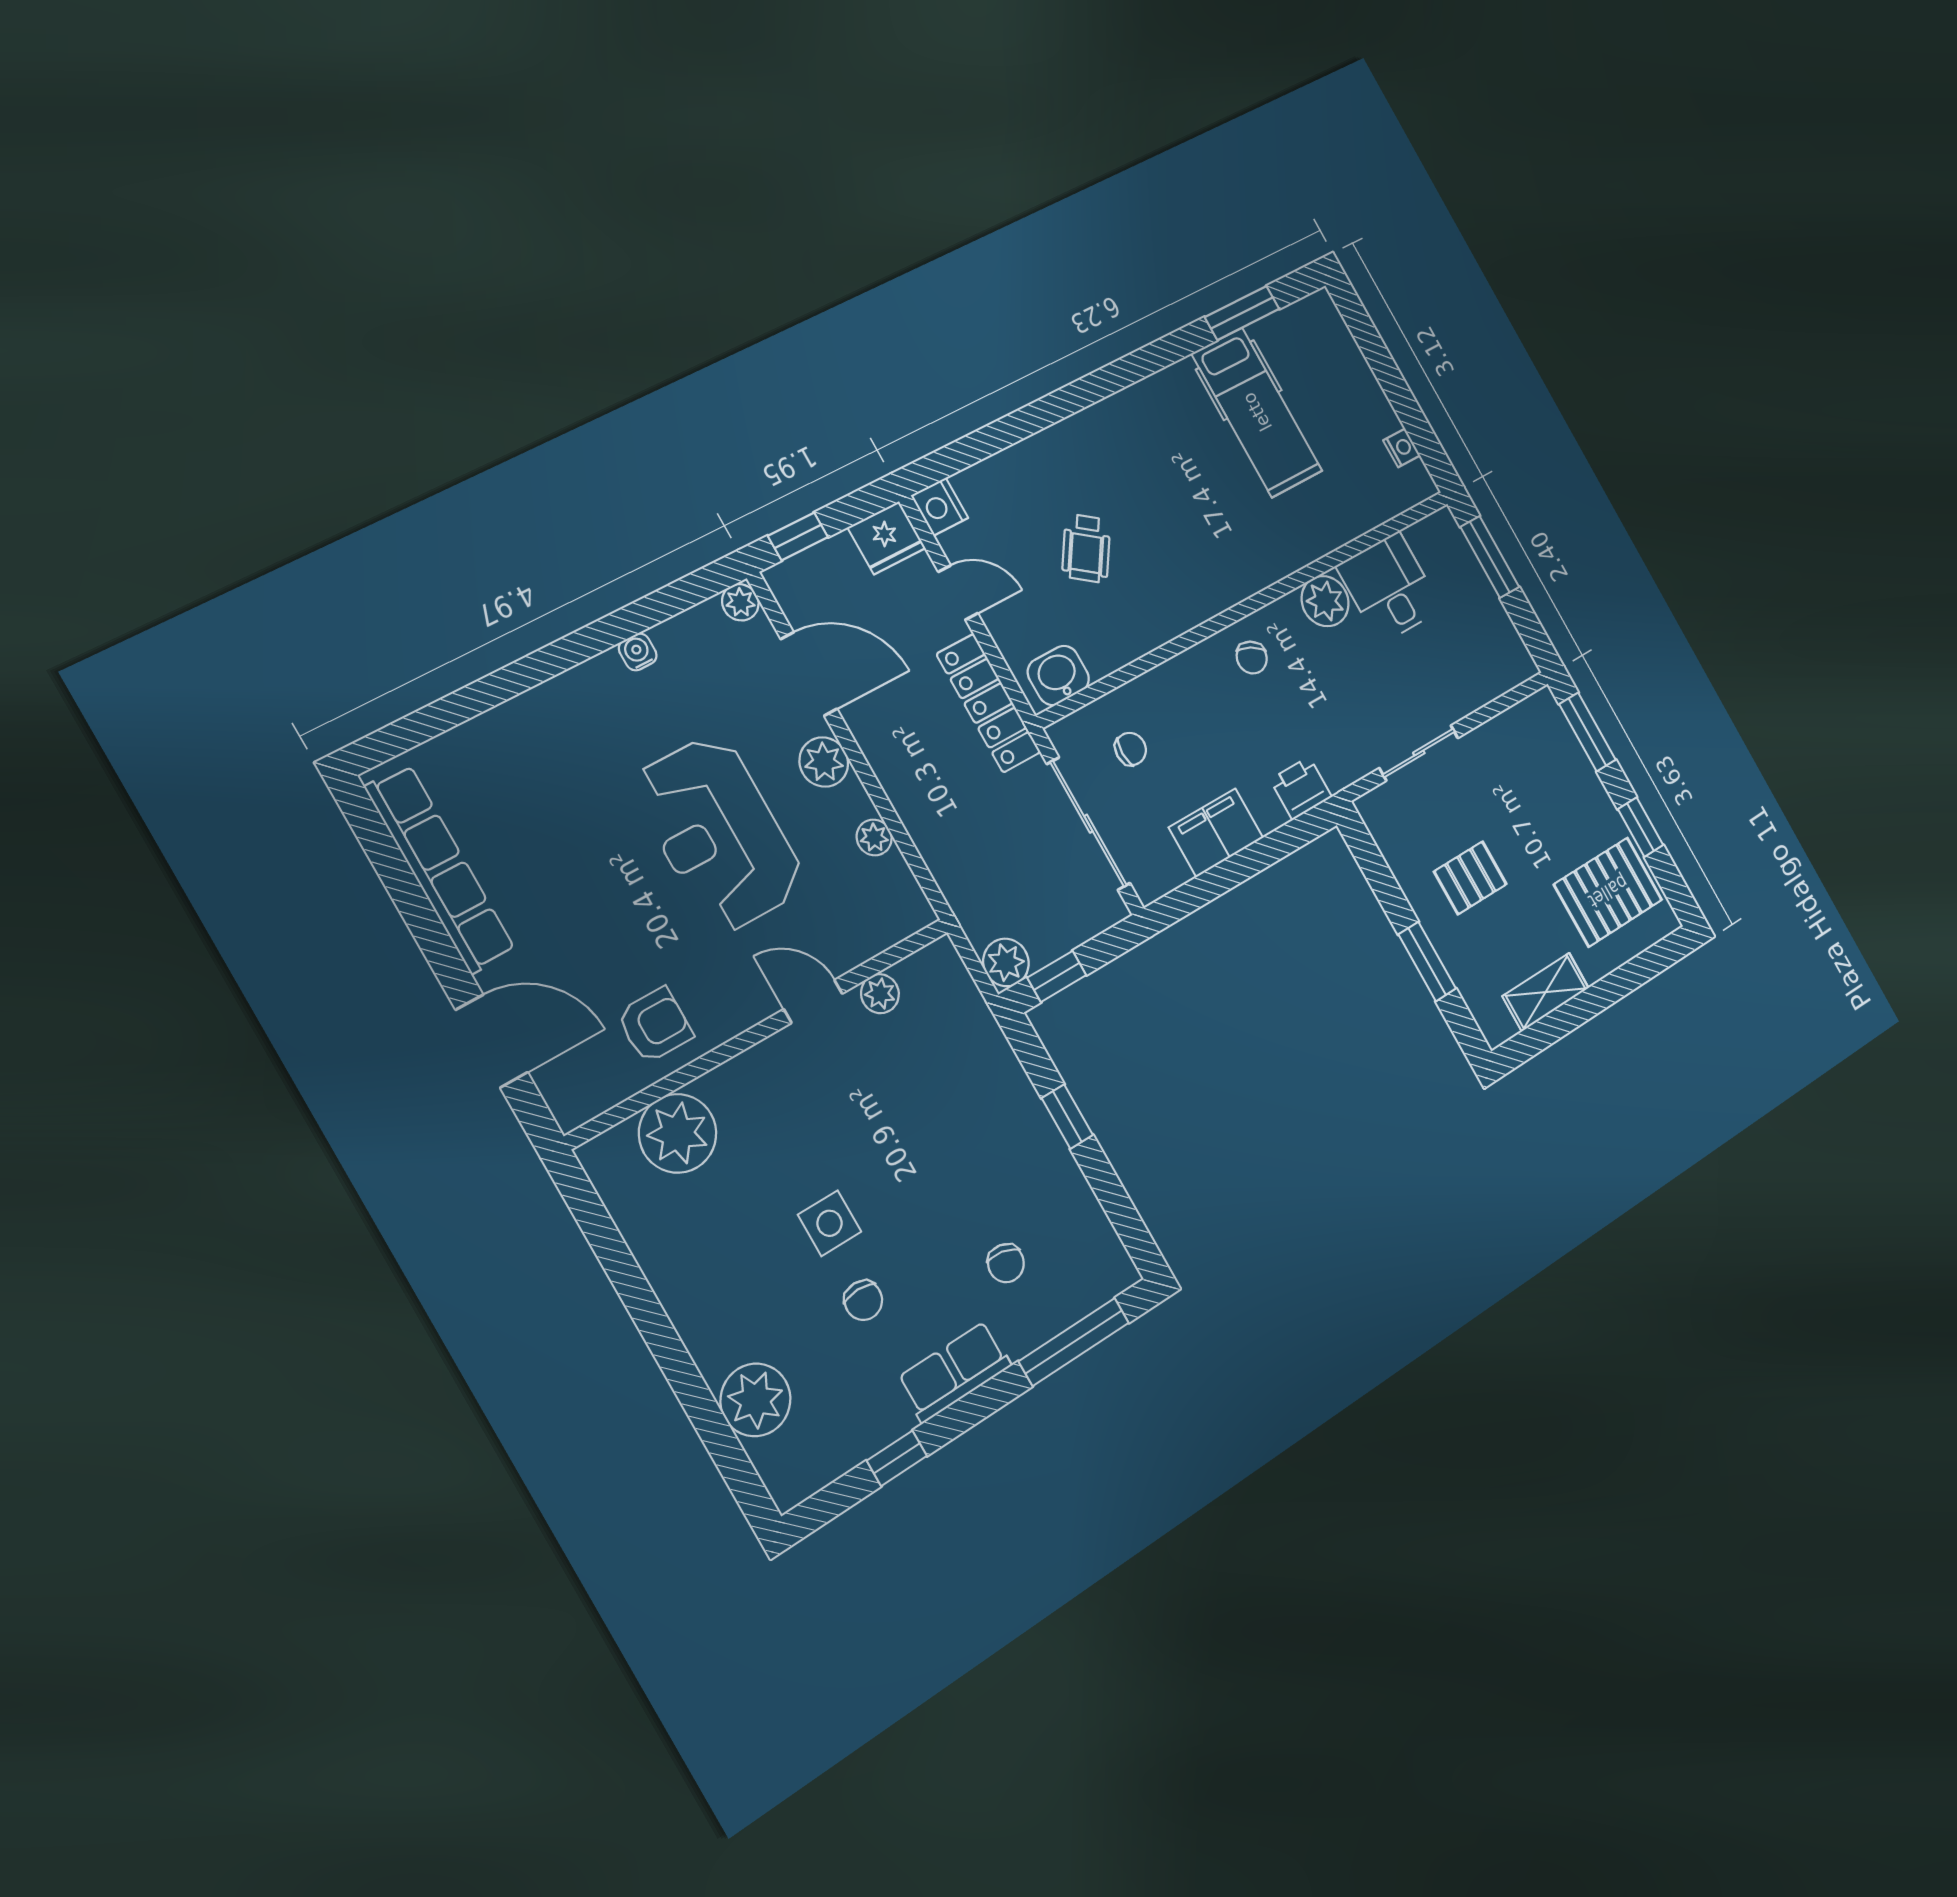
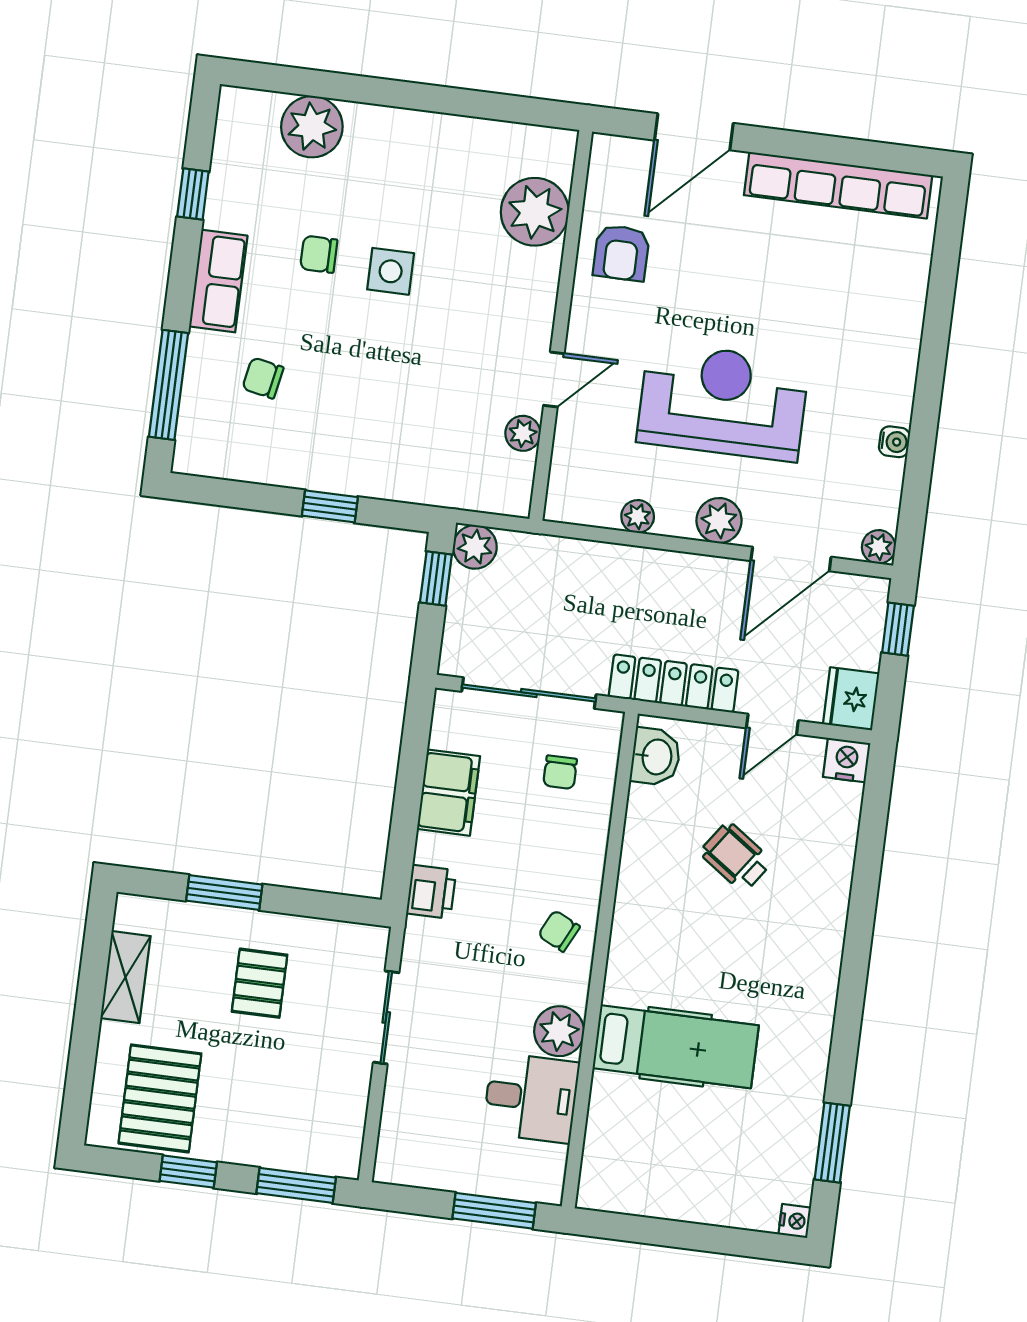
hospital bed: (1257, 412) -> (676, 1047), moved, turned 180
nightstand: (1402, 448) -> (795, 1221), moved, turned -90

